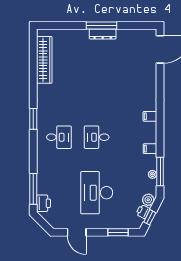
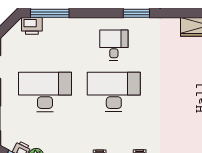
desk: (59, 137) -> (114, 45), turned 180
desk: (97, 137) -> (114, 92), width x1.87, depth x1.30

